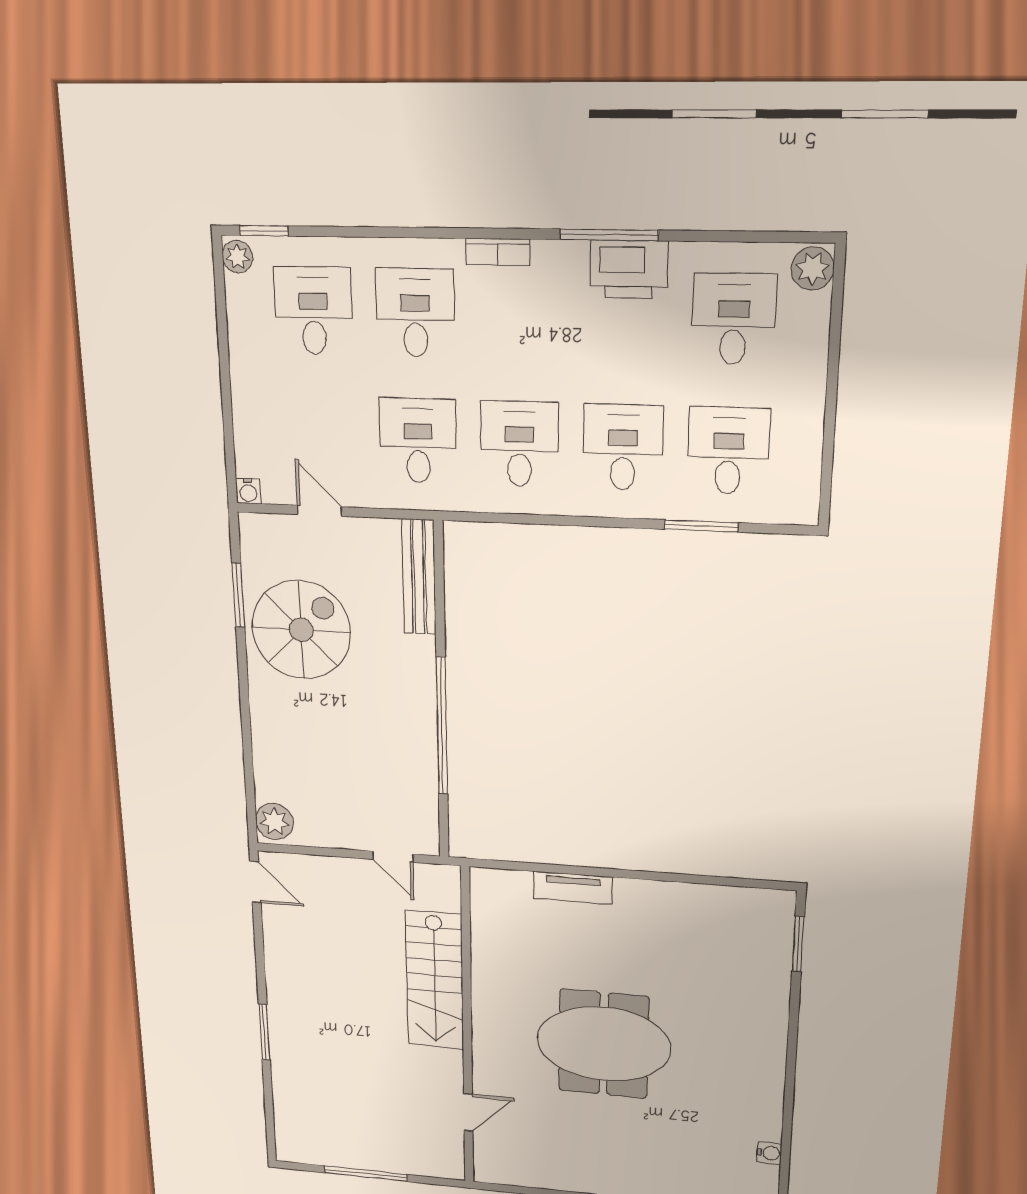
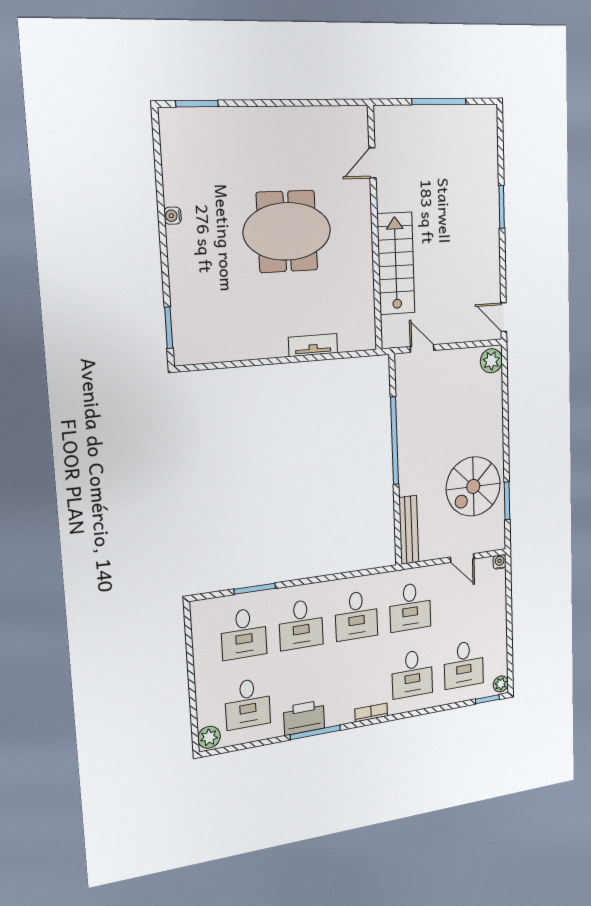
water cooler: (769, 1153) -> (173, 216), moved

